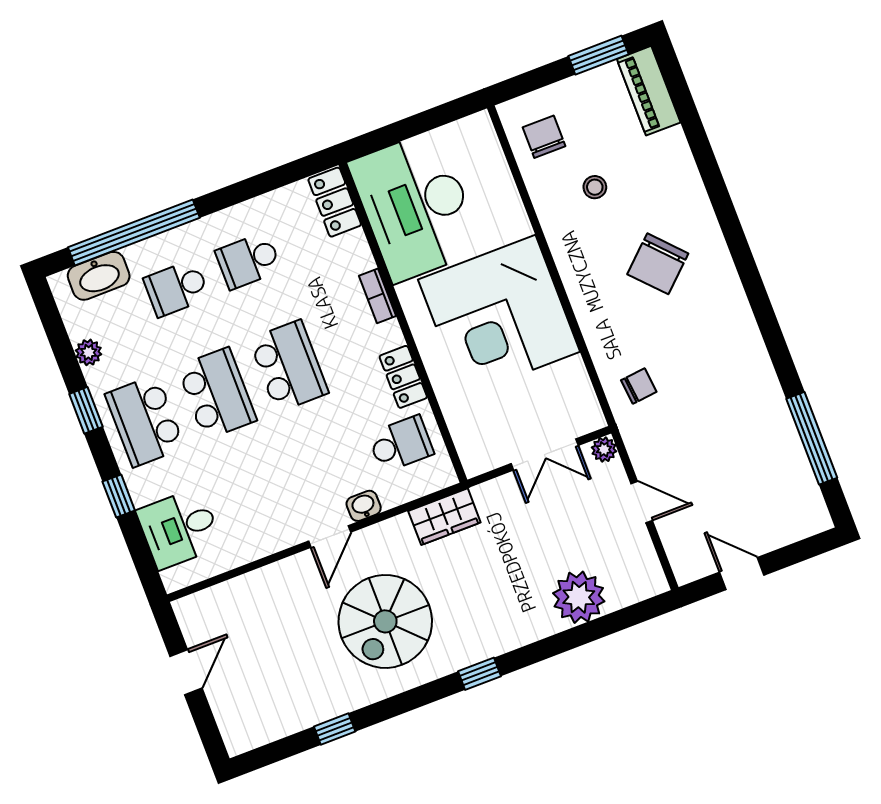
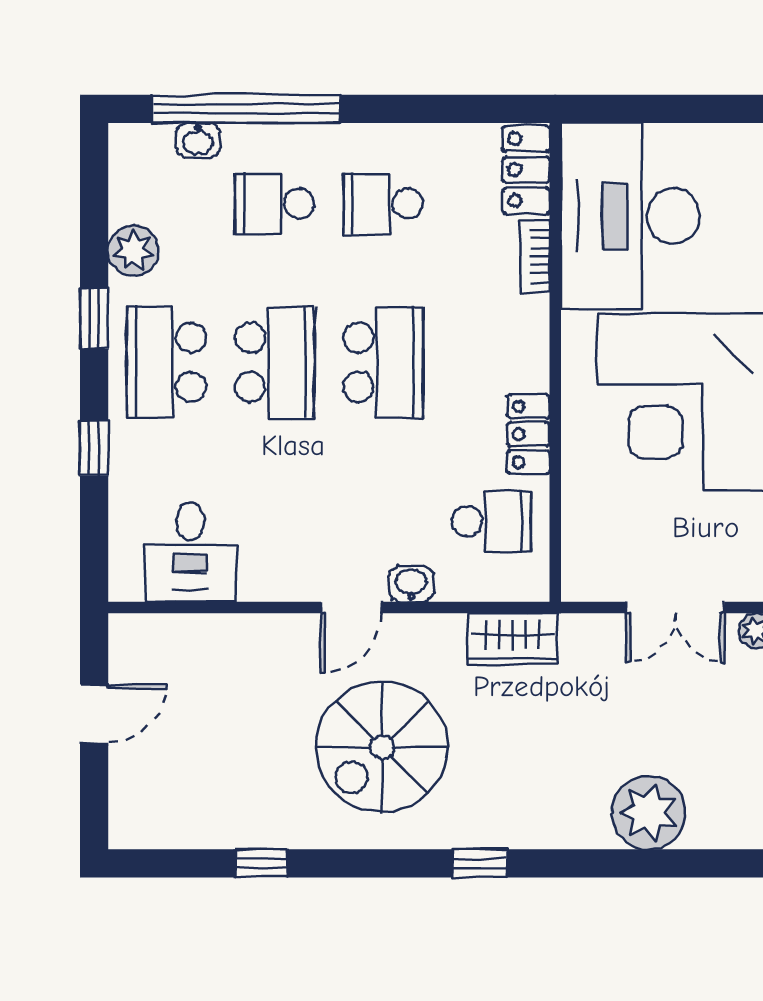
washbasin: (99, 276) -> (198, 140), width x0.52, depth x0.69
bookcase: (377, 296) -> (535, 256), moved
plant: (89, 352) -> (133, 251), width x1.38, depth x1.38
desk: (179, 528) -> (190, 552), moved, turned -90

